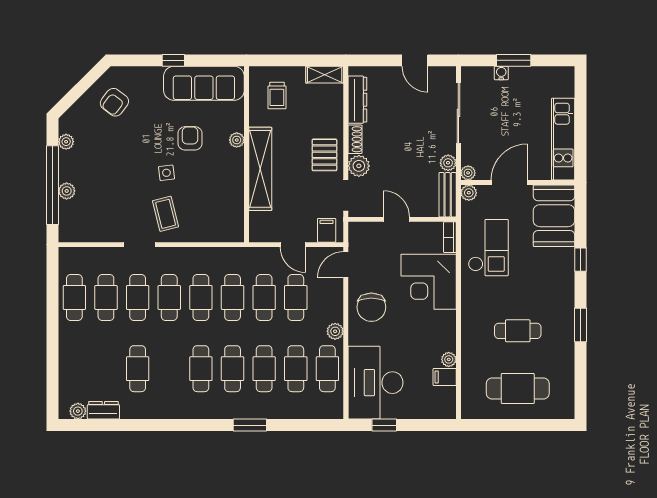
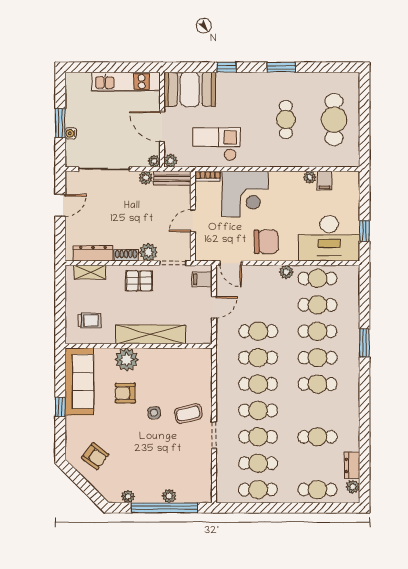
shelving: (325, 75) -> (90, 272), moved, turned 90
plant: (237, 140) -> (127, 360), width x1.87, depth x1.87
cafe table: (296, 297) -> (317, 490), moved

